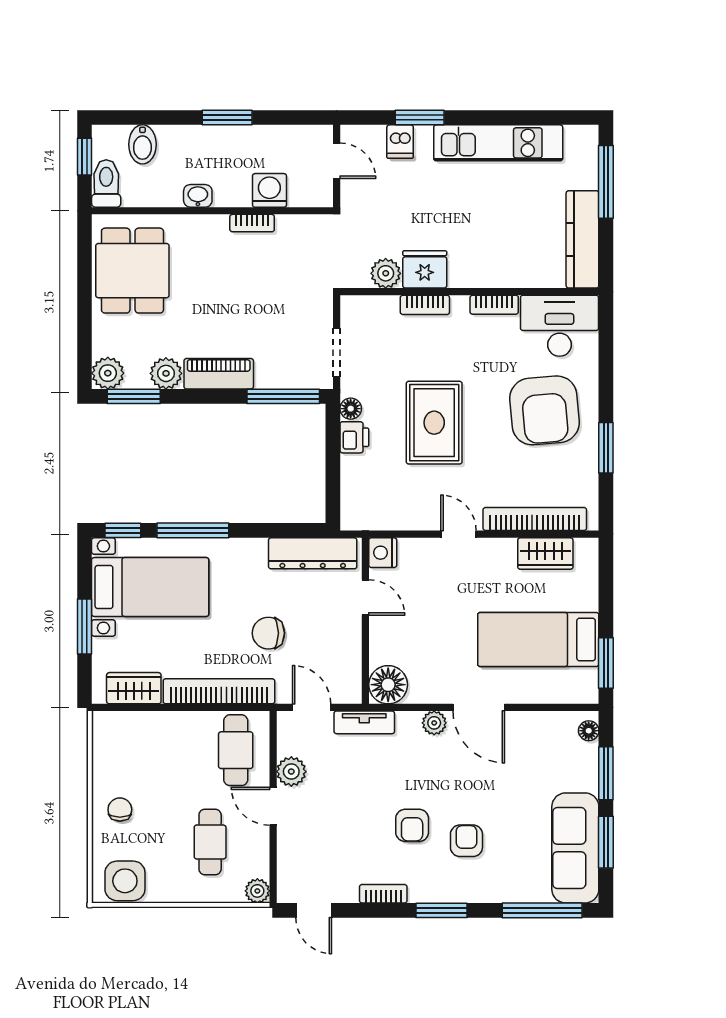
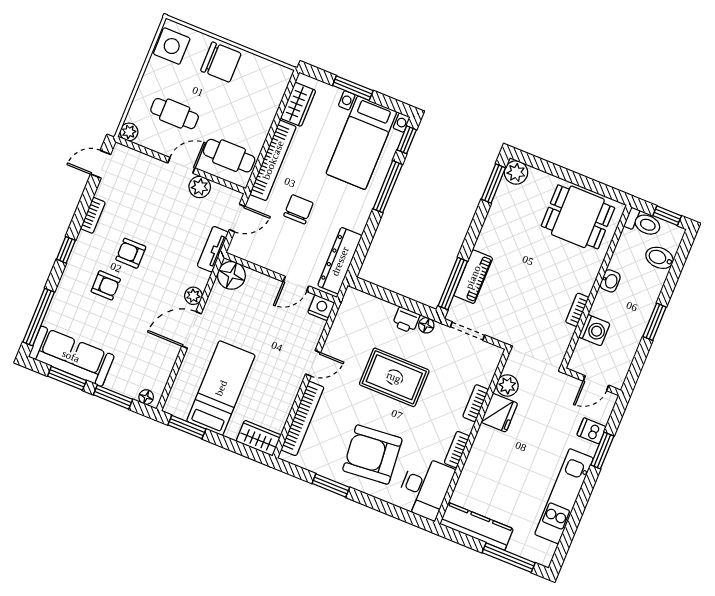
plant: (166, 373) -> (500, 211), removed
piano: (219, 374) -> (473, 277), moved
wardrobe: (545, 554) -> (259, 438), moved, turned 90
chair: (120, 810) -> (221, 62), width x1.87, depth x1.87
window: (442, 910) -> (66, 250), width x0.67

